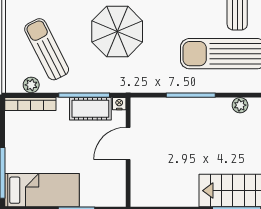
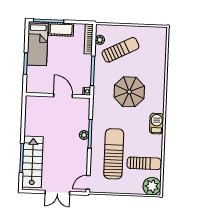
plant: (240, 105) -> (84, 135), moved
cot: (90, 109) -> (61, 29), moved, turned 90

